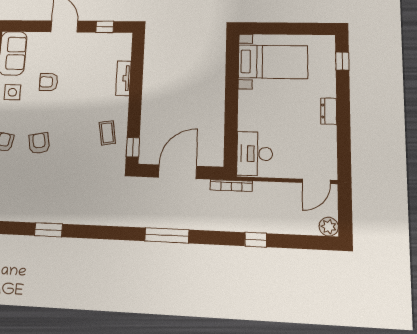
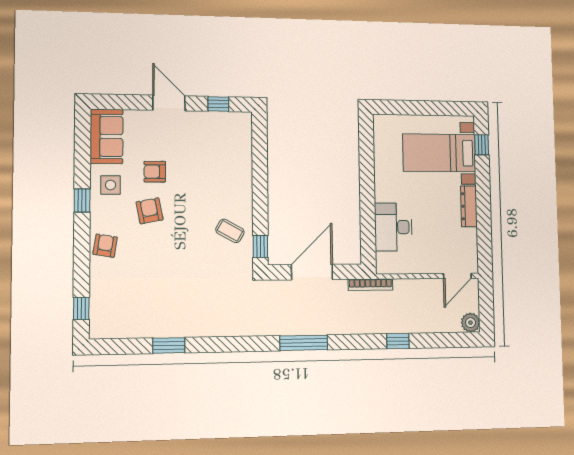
bed with nightstands: (273, 62) -> (439, 153), moved, turned 180
tv unit: (123, 78) -> (245, 166), removed
dresser: (329, 111) -> (469, 206), width x1.44
coffee table: (107, 133) -> (230, 231), turned -52
armchair: (39, 143) -> (150, 211), moved
desk: (255, 154) -> (393, 227), moved

